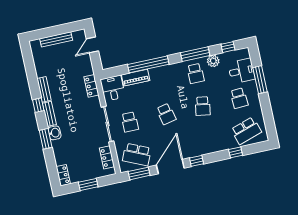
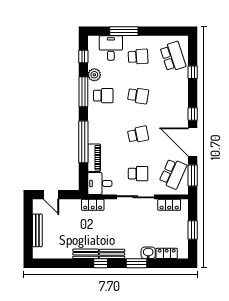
washbasin: (55, 133) -> (148, 253), moved
locker: (63, 175) -> (167, 253), moved

